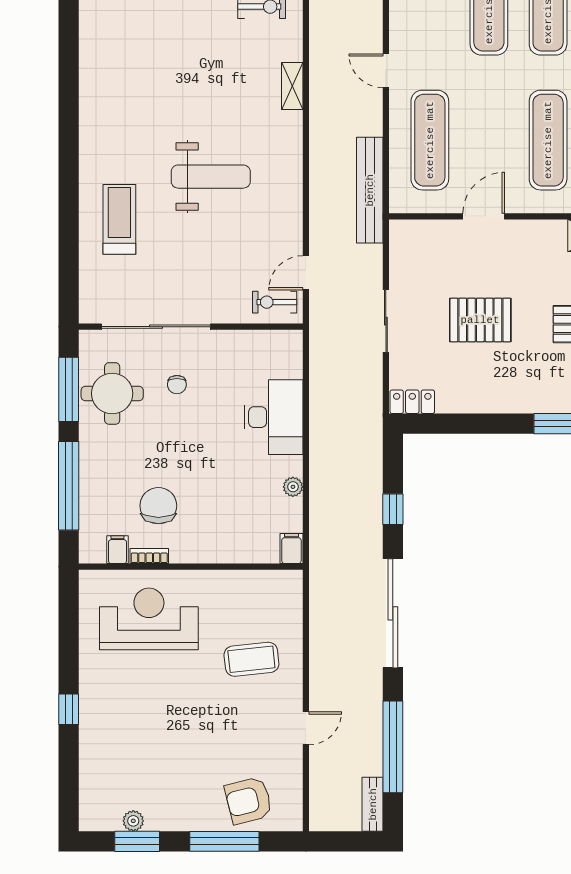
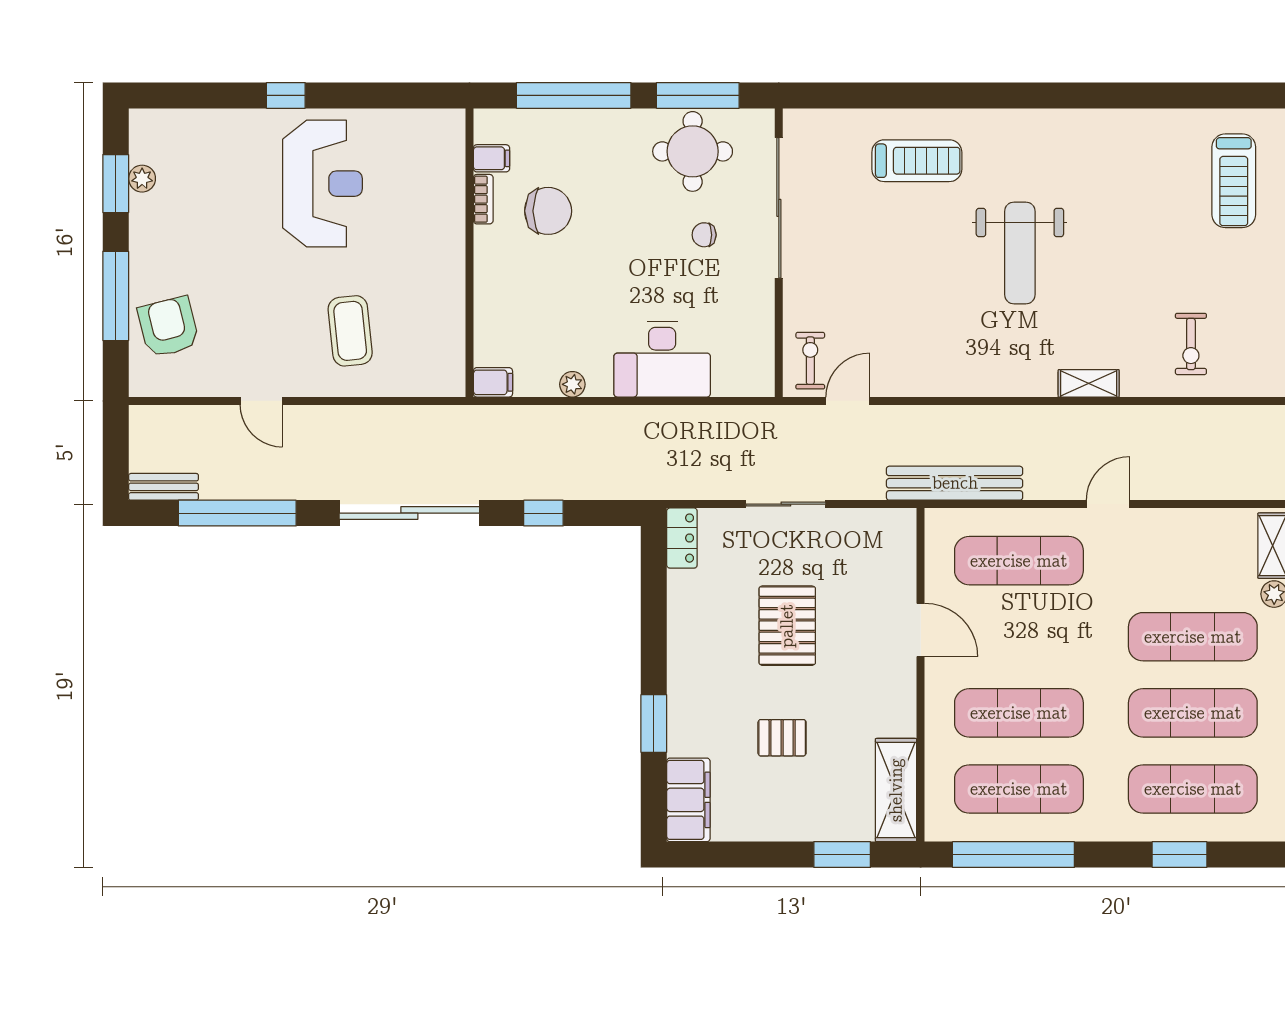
weight bench: (211, 177) -> (1020, 253), moved
door: (306, 273) -> (848, 401), hinge flipped
reception desk: (149, 619) -> (322, 184), moved

